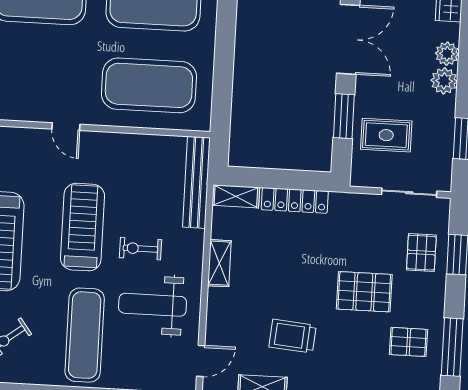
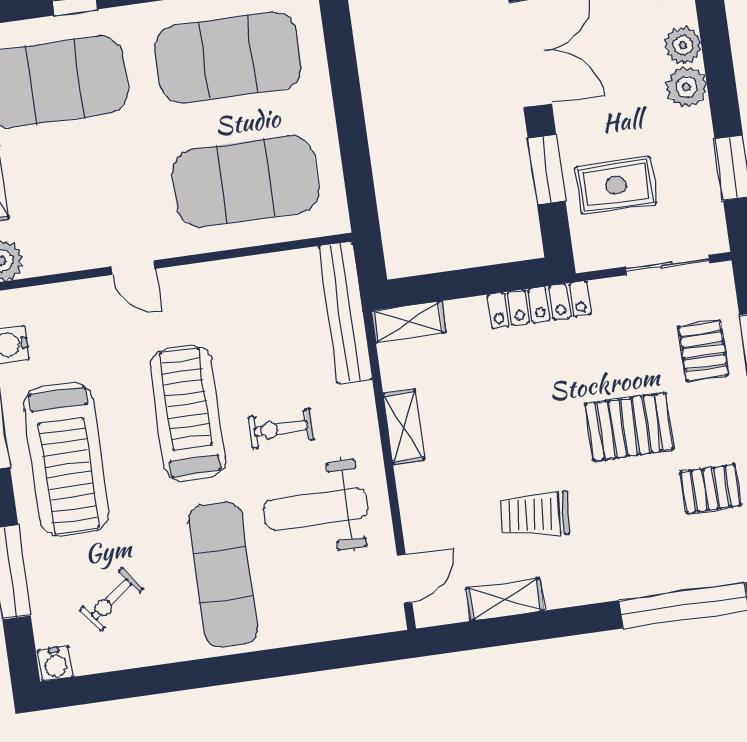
locker: (295, 200) -> (539, 305), moved

